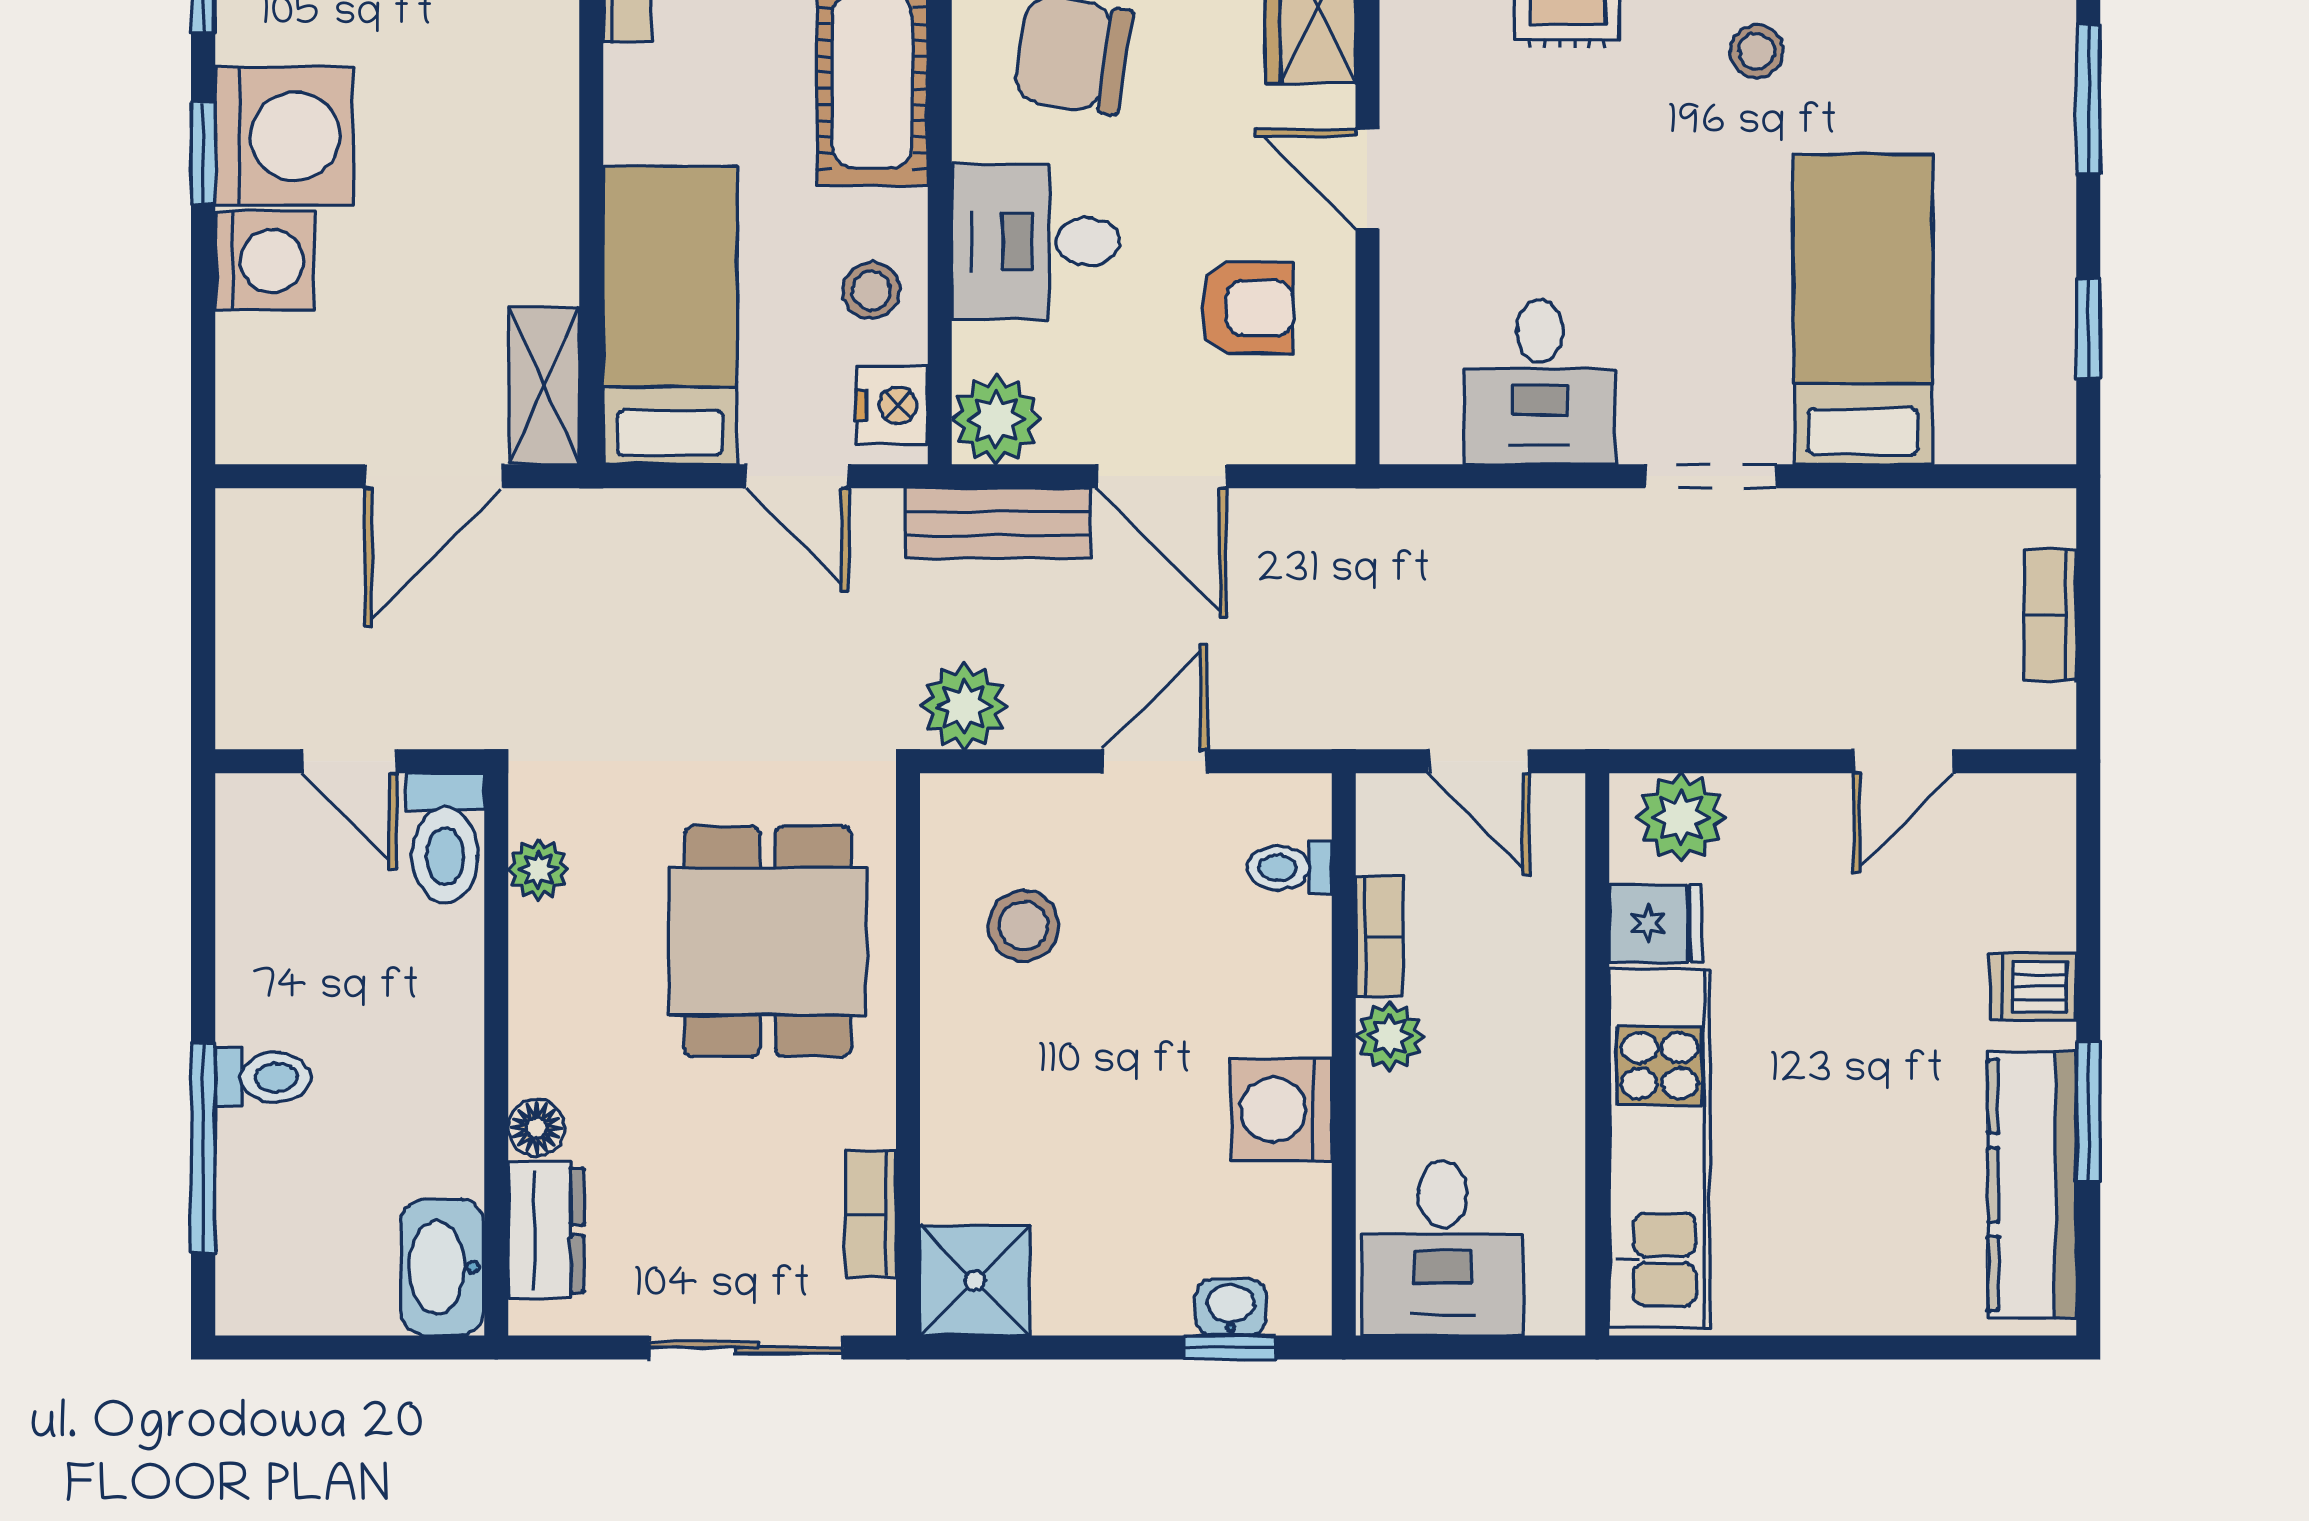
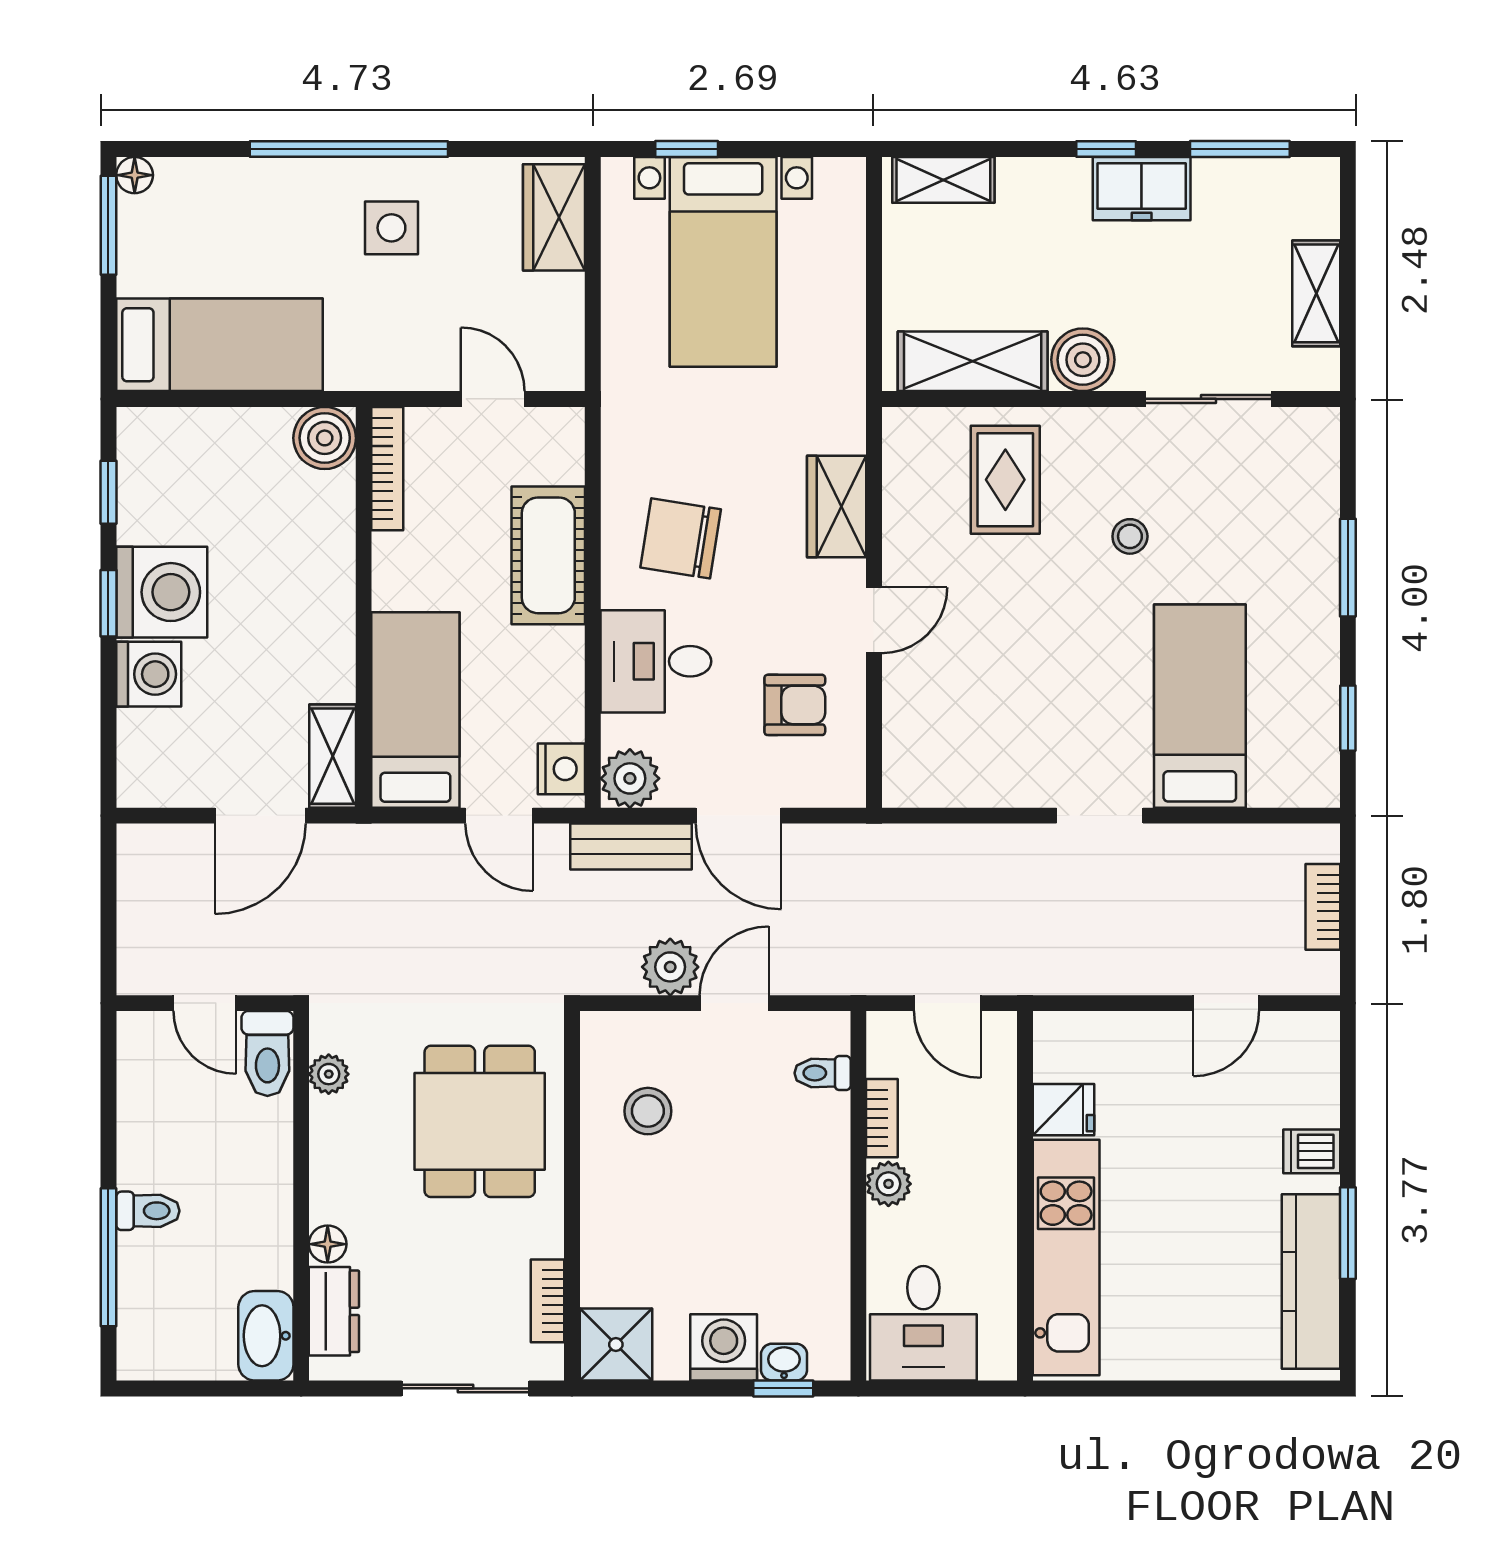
door: (1367, 179) -> (874, 620), swing flipped
stool: (871, 290) -> (548, 694), removed
desk: (1540, 382) -> (987, 754), removed
plant: (964, 706) -> (670, 967), moved
plant: (1681, 817) -> (1080, 1040), removed
washing machine: (1281, 1109) -> (724, 1347), moved, turned 90

